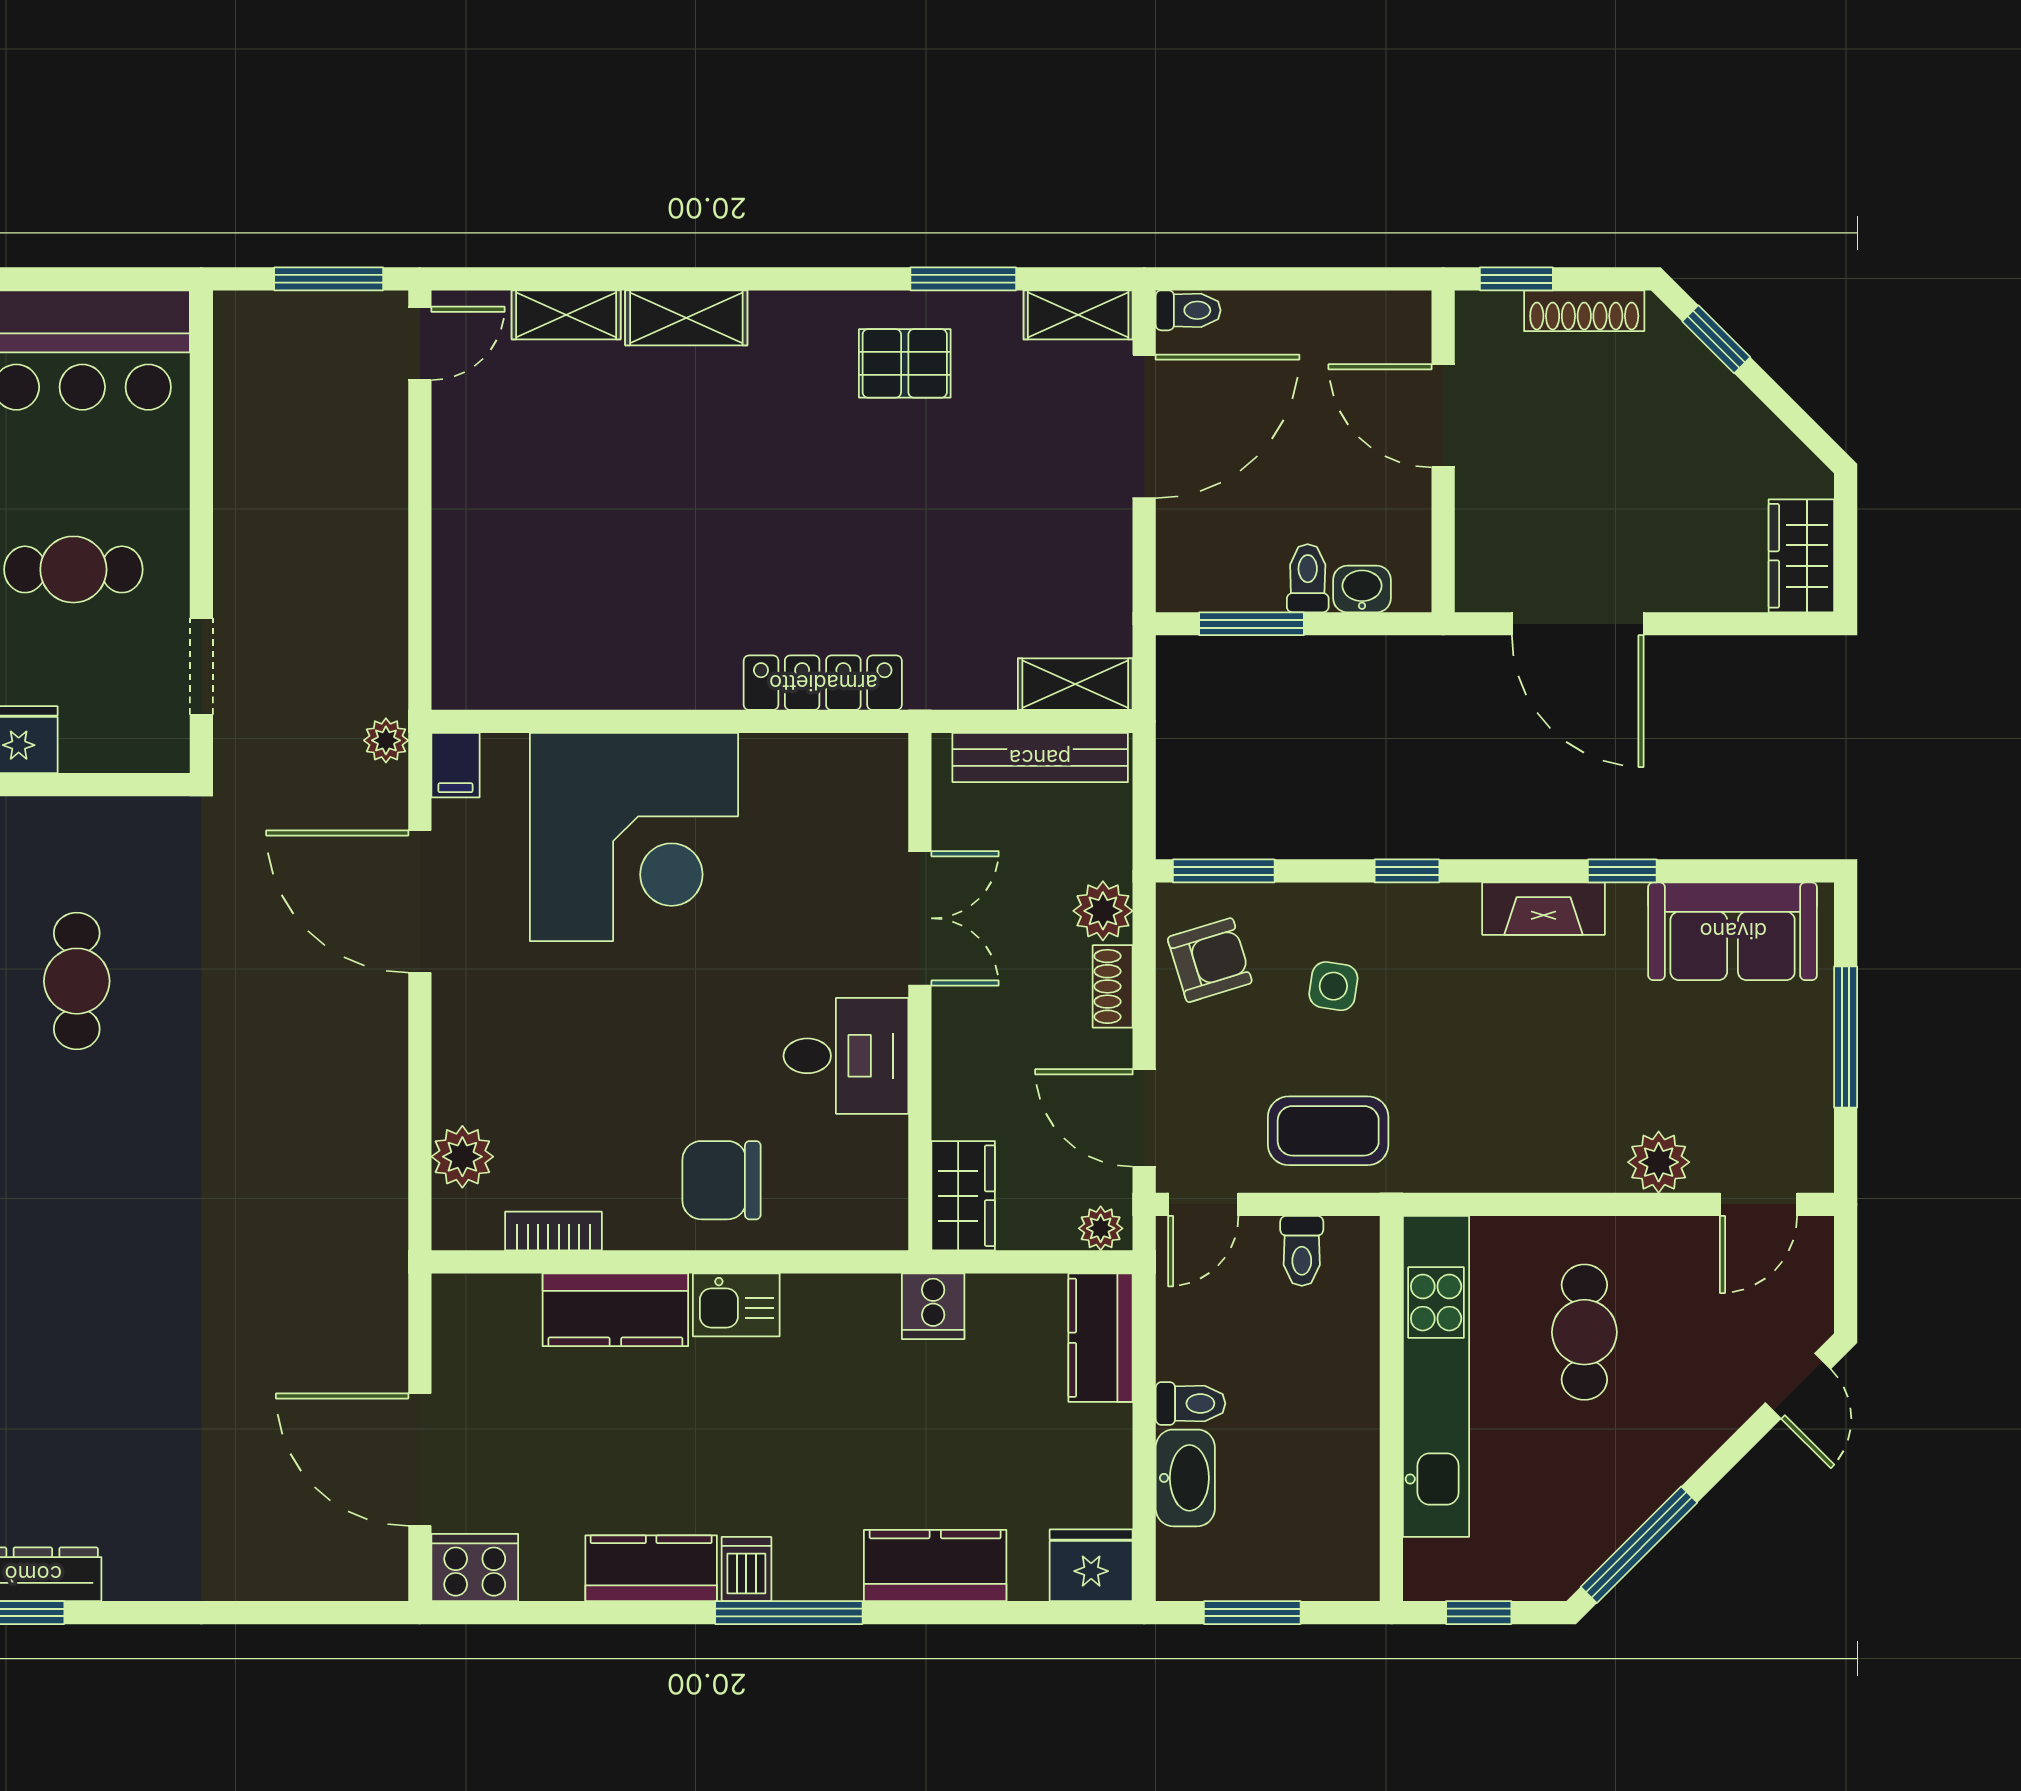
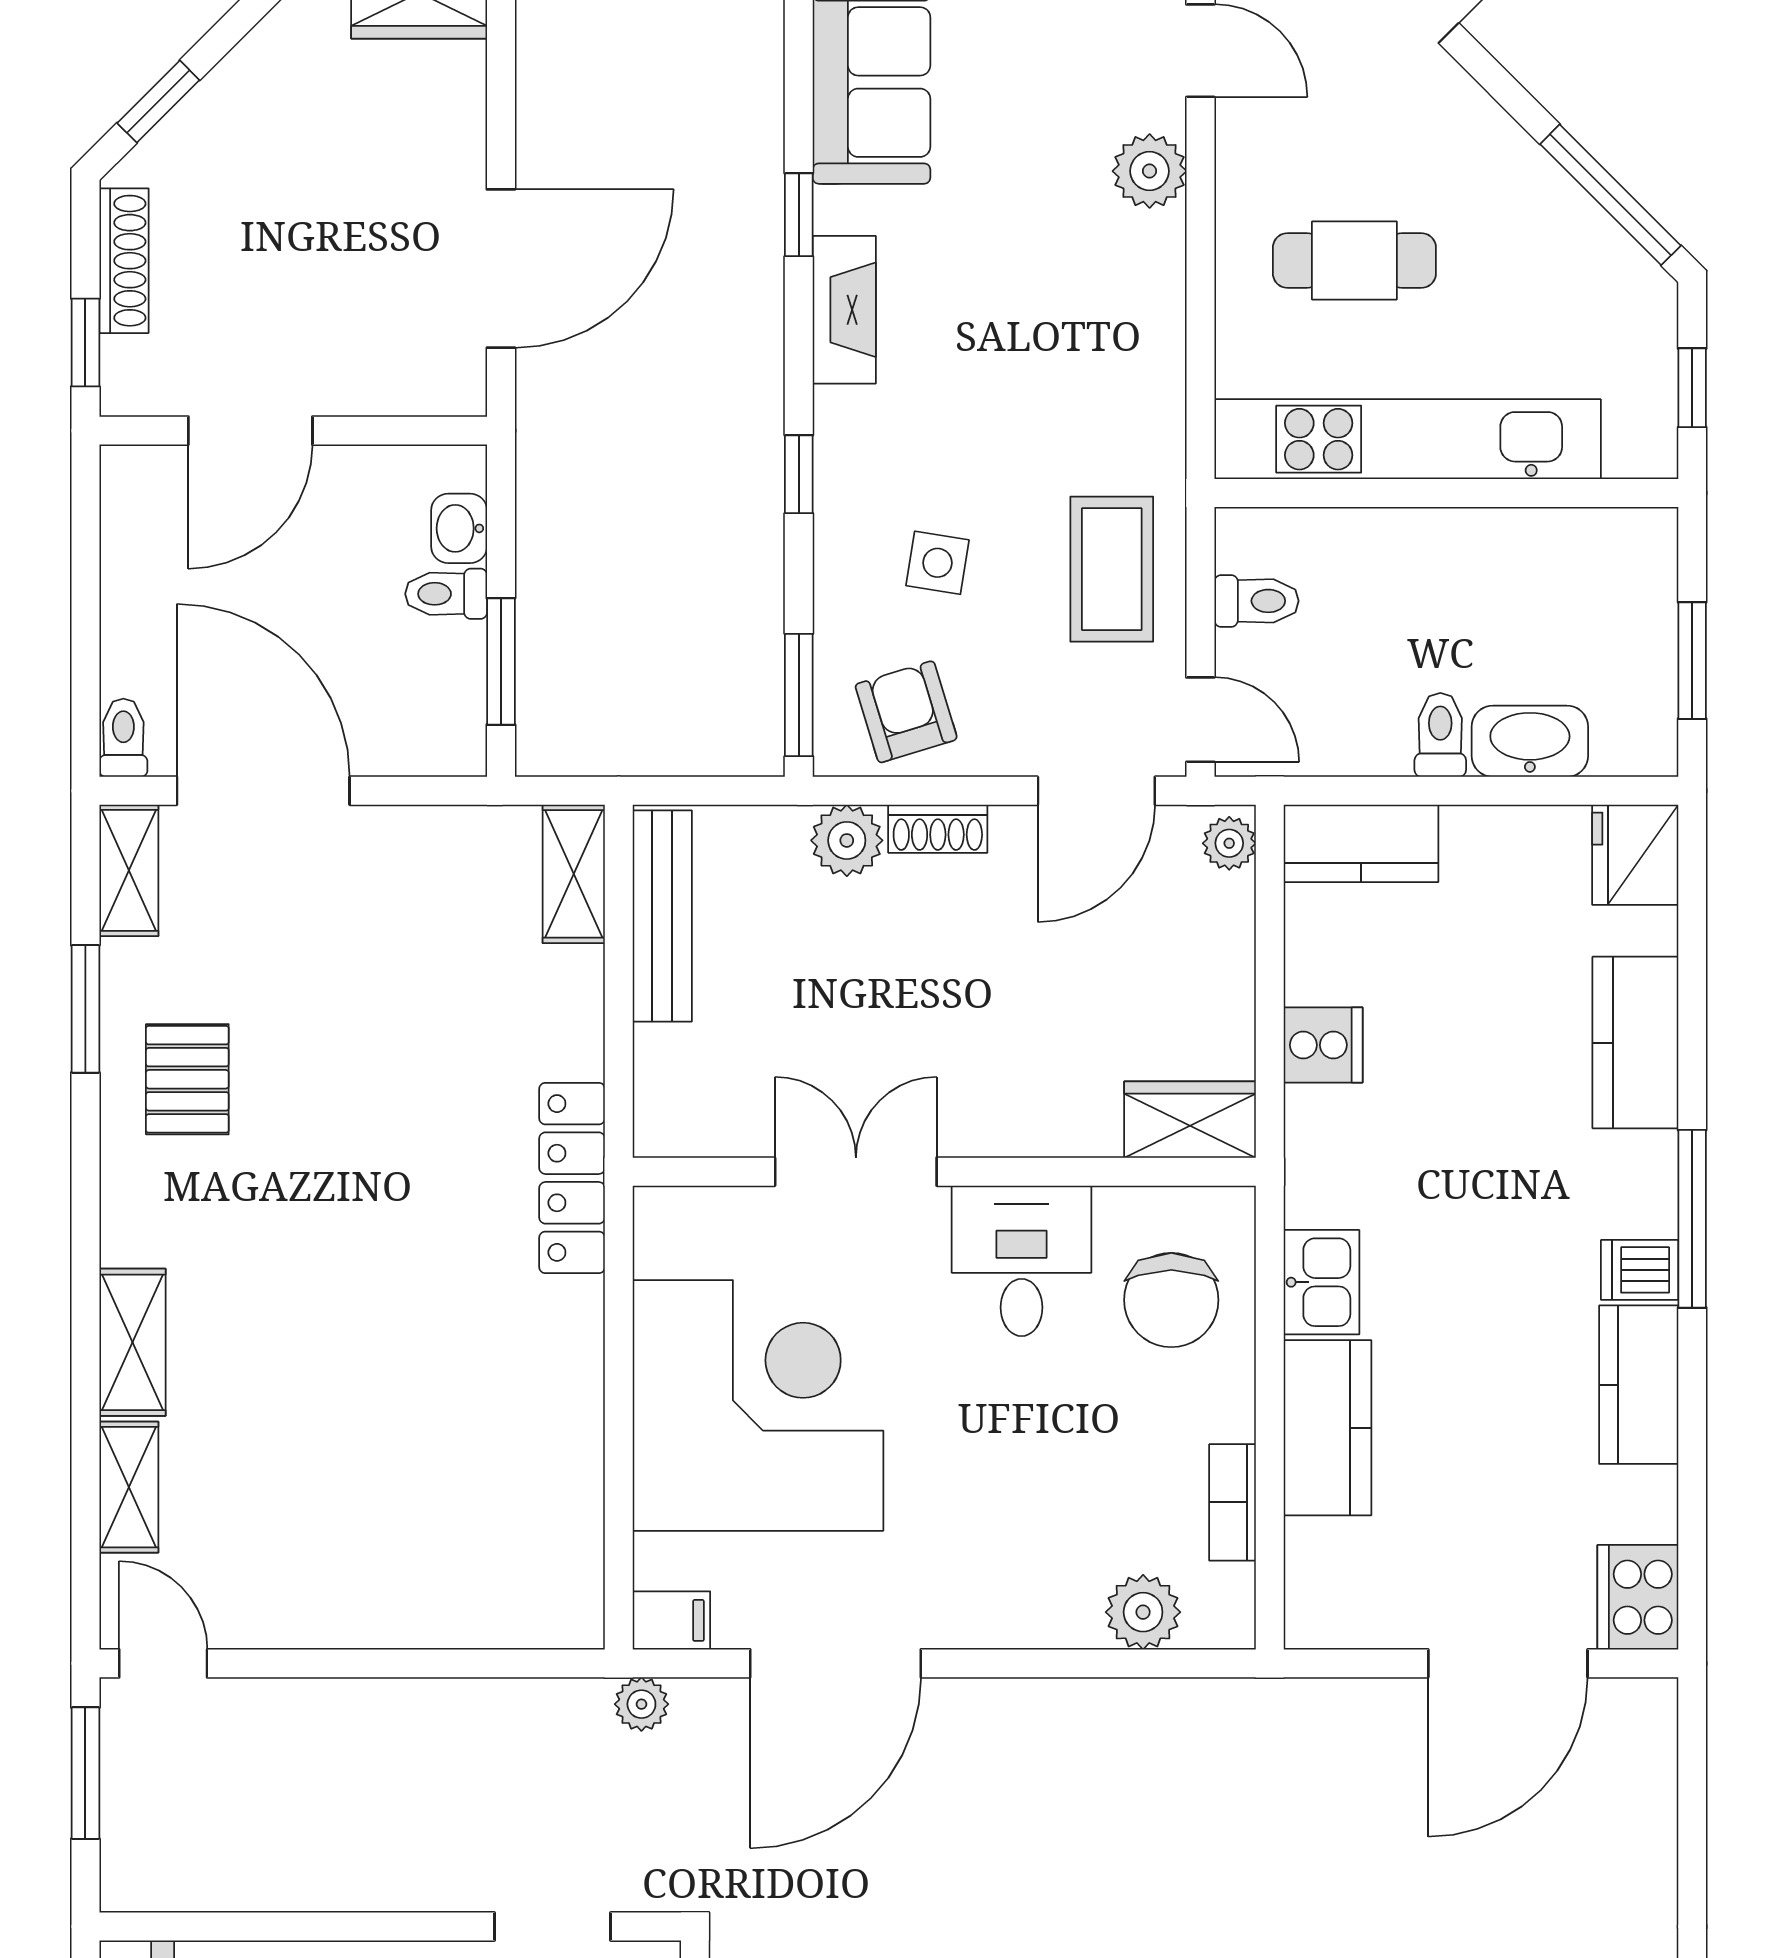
double door: (920, 918) -> (856, 1172), moved
wall: (920, 992) -> (944, 1172), moved
desk: (846, 1056) -> (1021, 1261), moved
wardrobe: (963, 1196) -> (1190, 1120), moved

